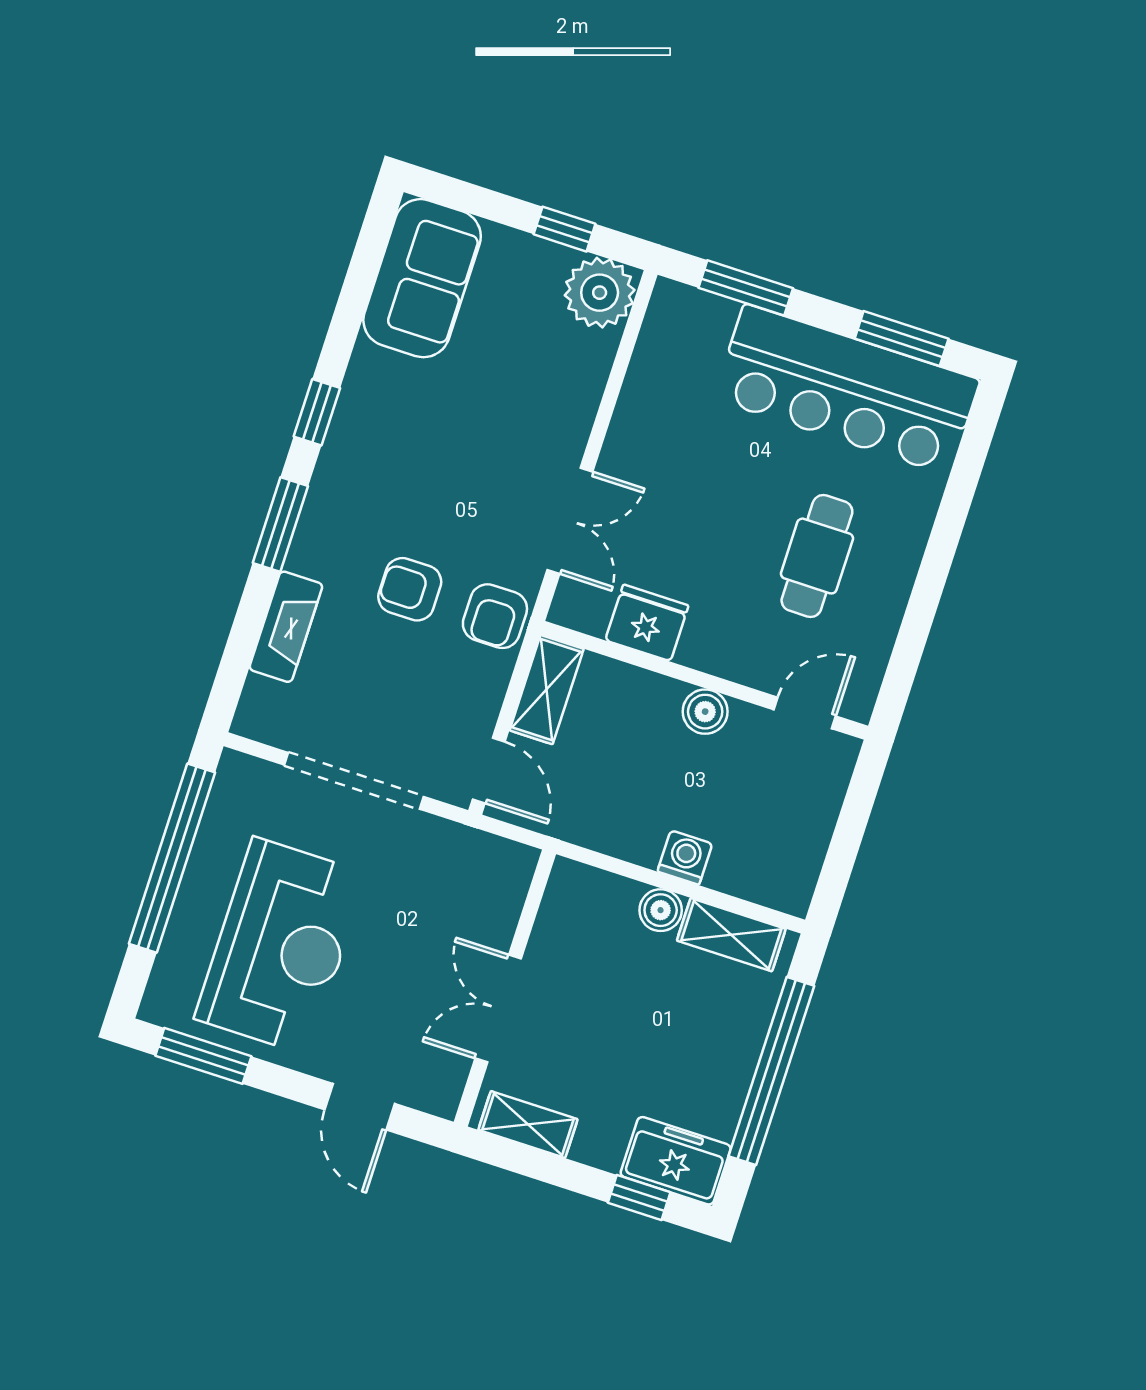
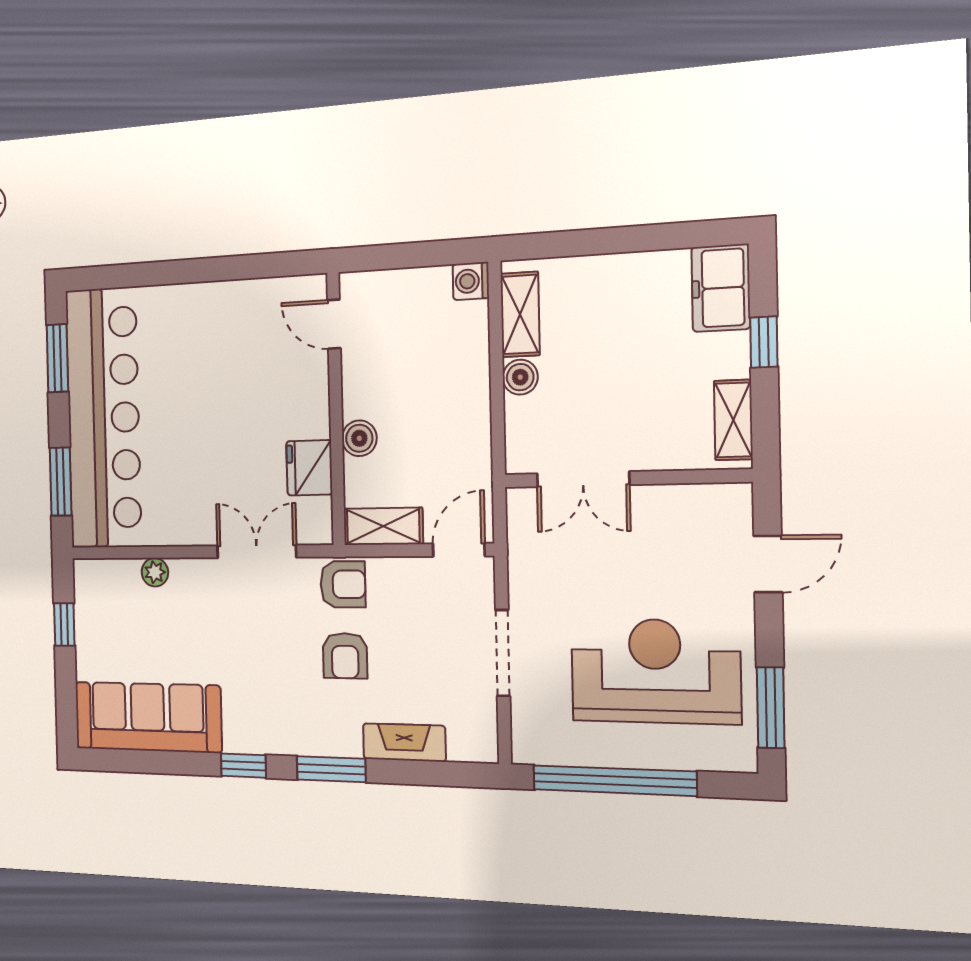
sofa: (422, 278) -> (148, 717), width x1.36
plant: (600, 293) -> (155, 572), moved, width x0.53, depth x0.53
bar counter: (847, 389) -> (103, 418), width x1.36
cafe table: (817, 556) -> (221, 360), removed
boiler: (705, 712) -> (359, 438), moved
doorway: (354, 781) -> (503, 653), width x0.73
washing machine: (685, 858) -> (471, 281), moved
double door: (498, 1009) -> (583, 479), moved
window: (771, 1071) -> (618, 240), removed
window: (639, 1198) -> (764, 342), moved

